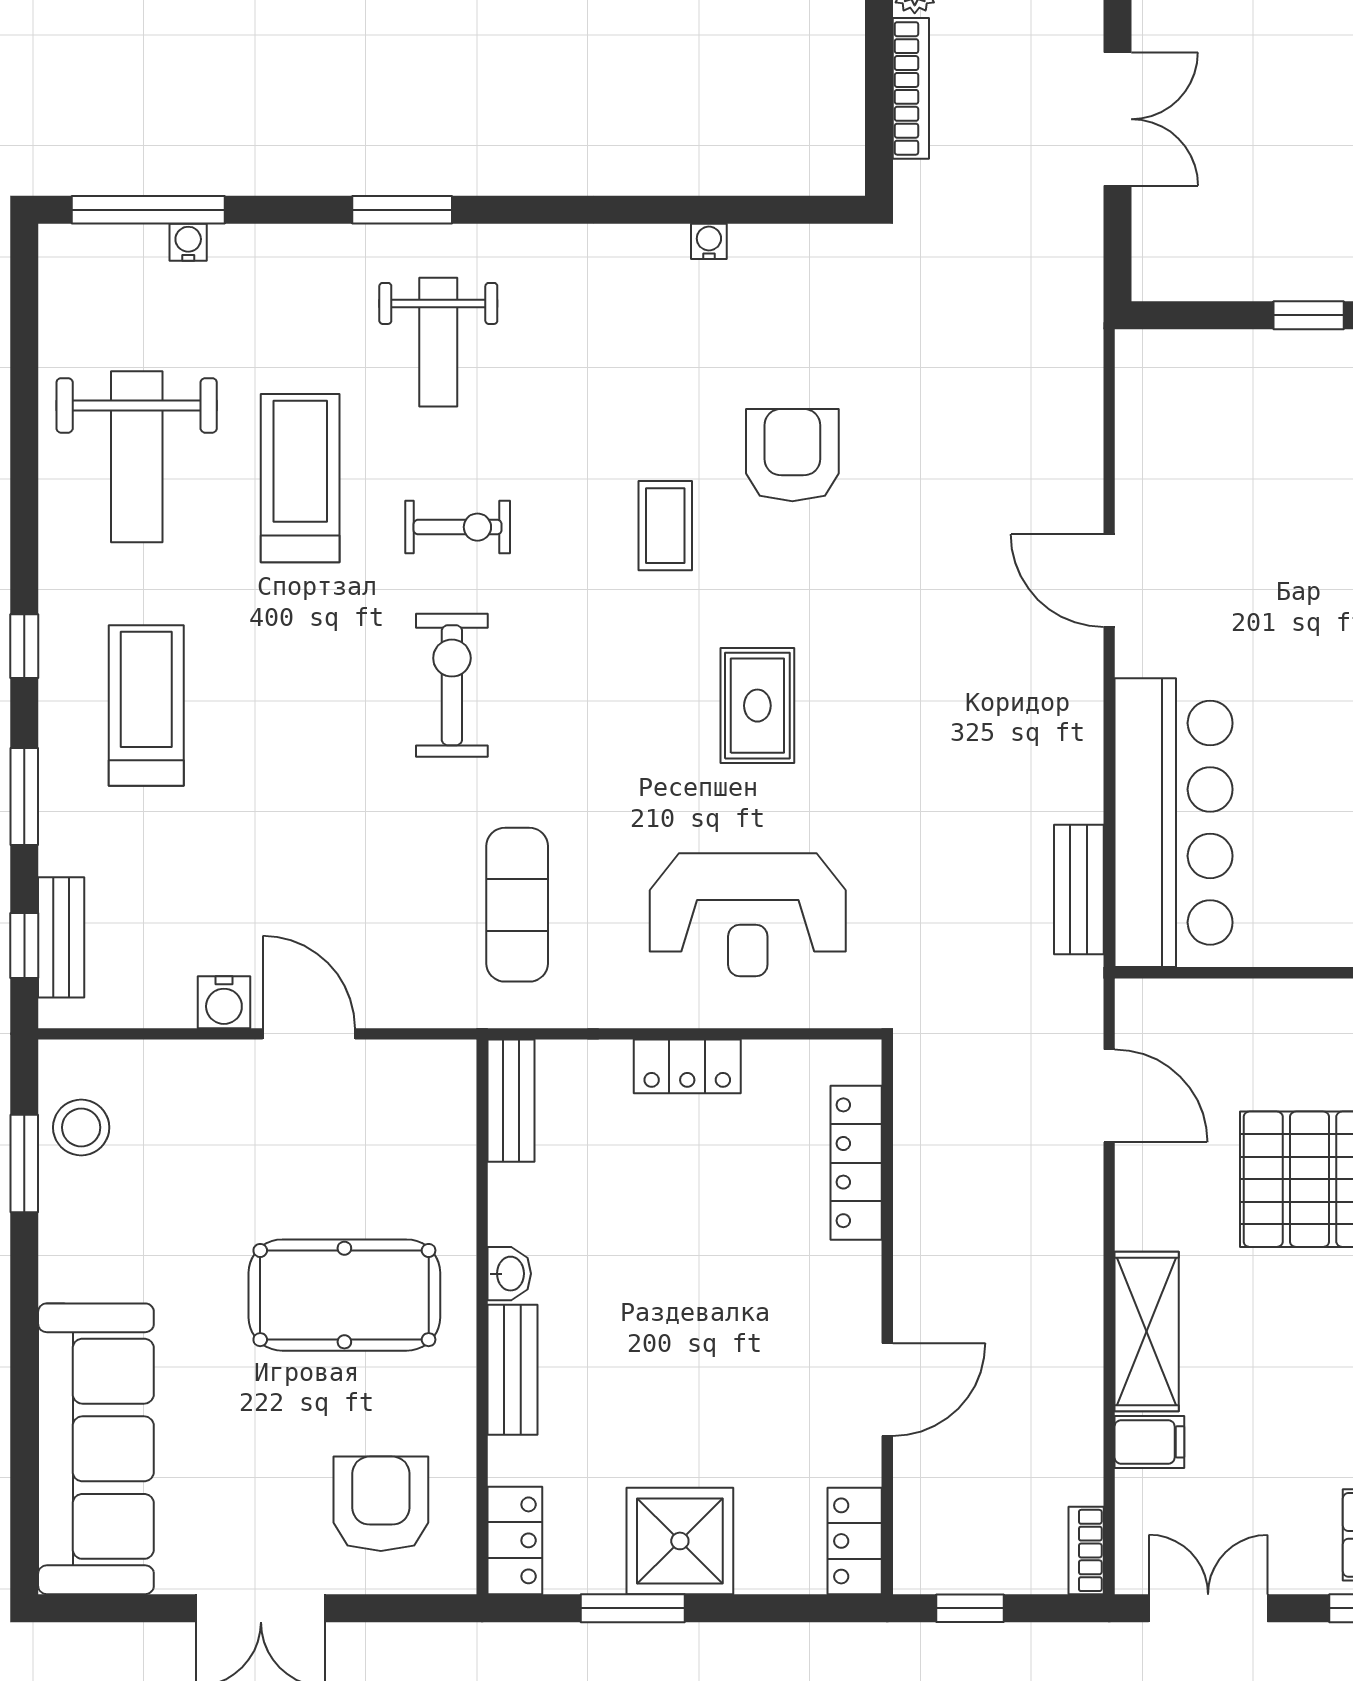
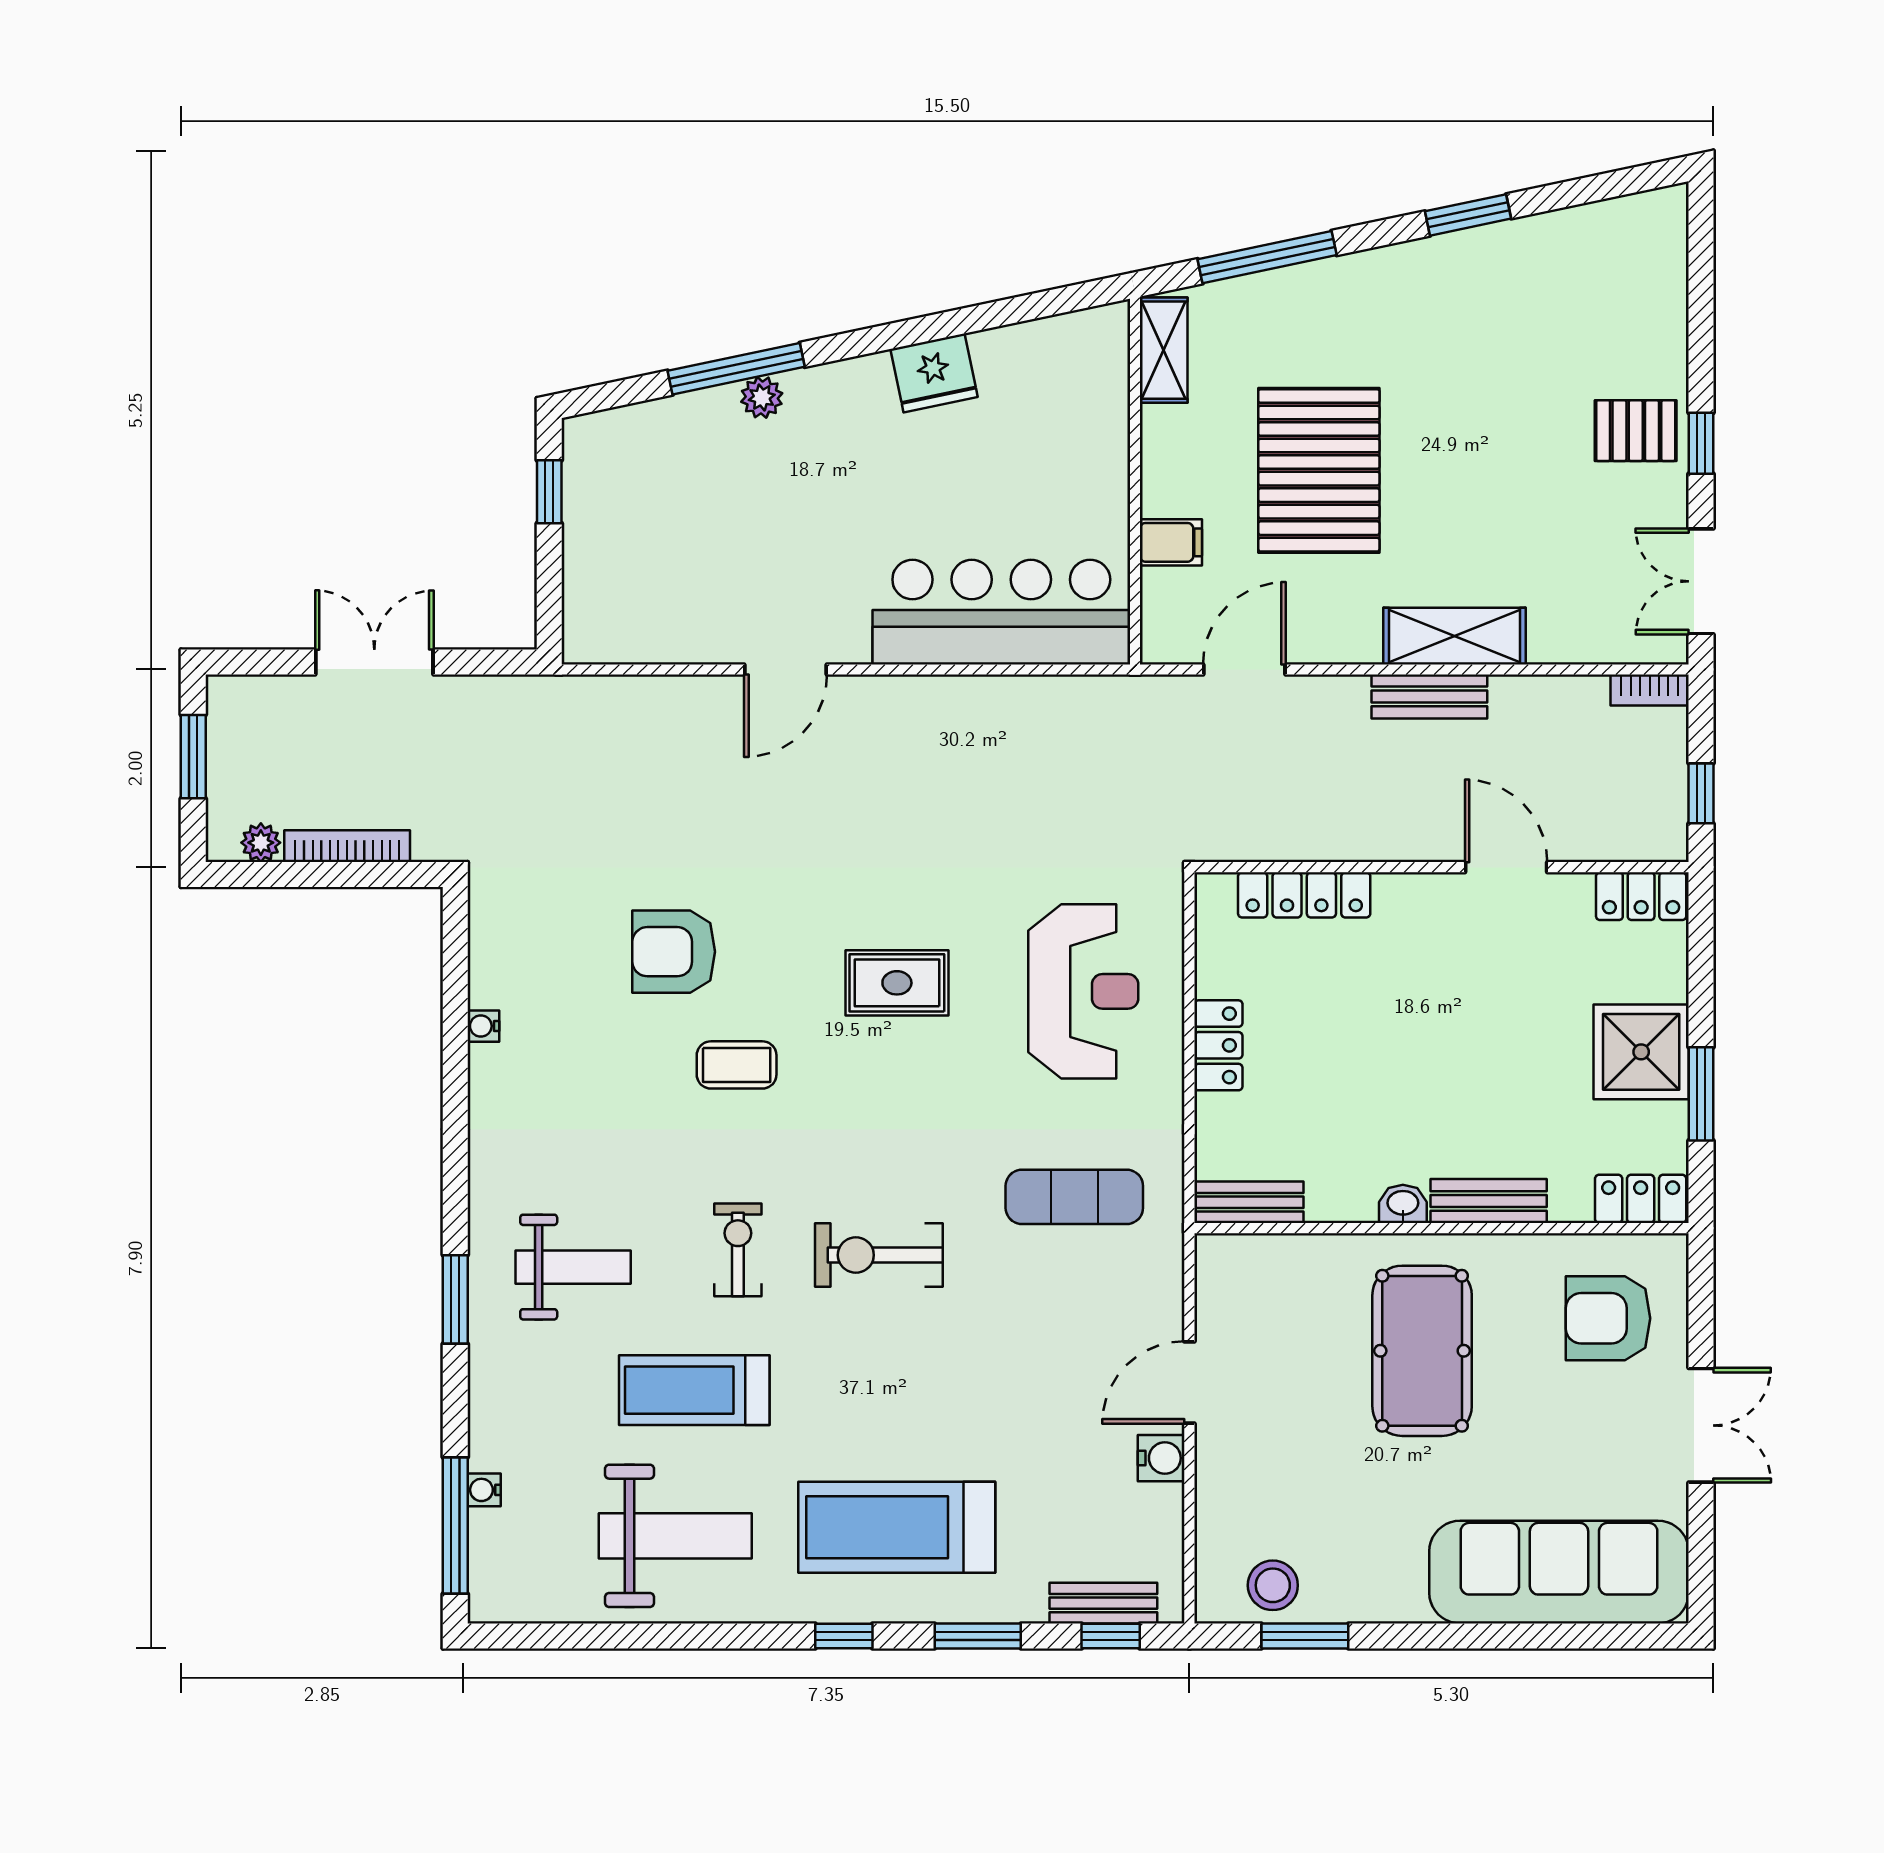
treadmill: (146, 705) -> (897, 1527), width x1.37, depth x1.38
bench: (1079, 890) -> (1429, 696), moved
filing cabinet: (1149, 1442) -> (1171, 542), moved, turned 90

